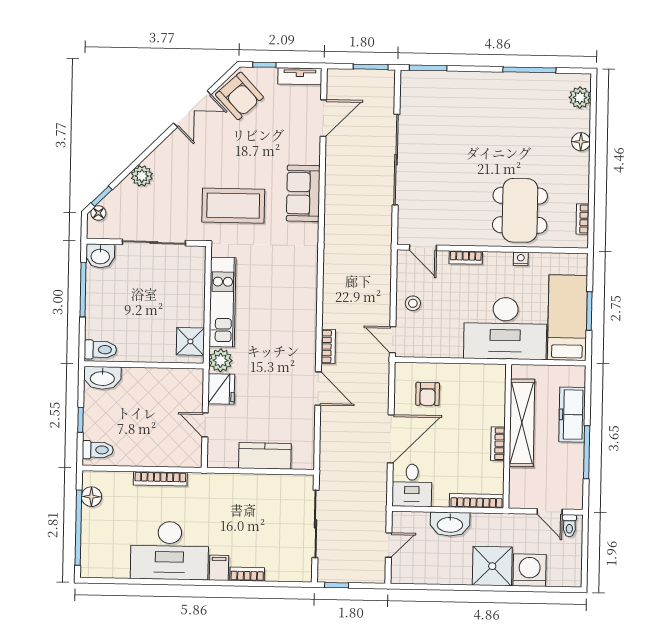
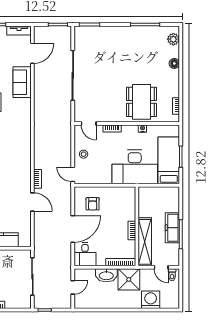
sofa: (303, 193) -> (22, 82), moved
freezer: (572, 415) -> (172, 228), moved
shelving: (522, 423) -> (145, 242), moved
shower: (492, 566) -> (129, 279), moved

